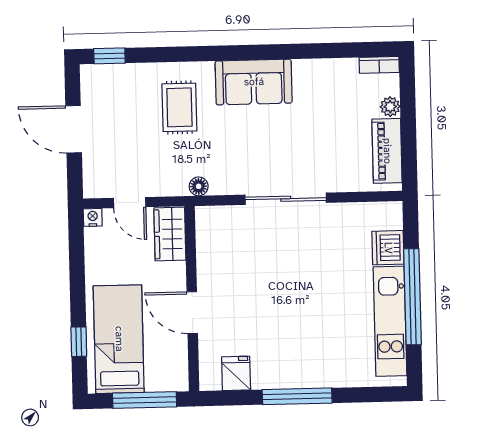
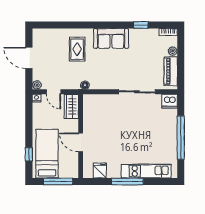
window: (109, 56) -> (141, 25), moved
plant: (93, 188) -> (37, 85), added
sliding door: (286, 199) -> (137, 92), moved
dishwasher: (388, 248) -> (170, 101), moved, turned -90
kitchen unit: (390, 321) -> (146, 171), moved, turned 90

